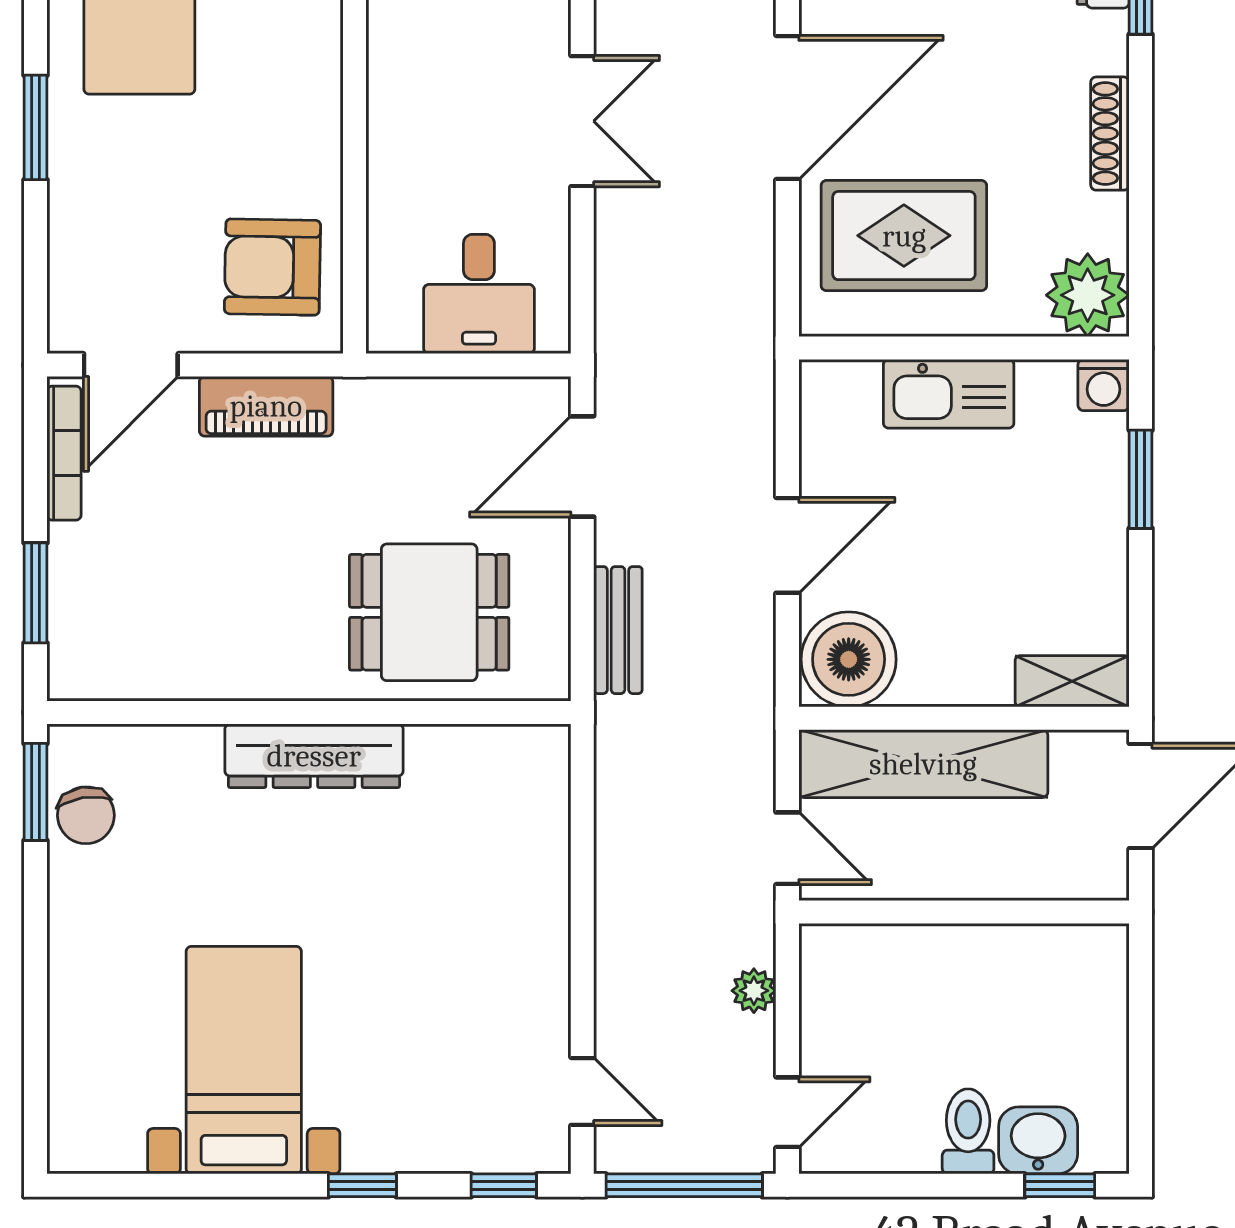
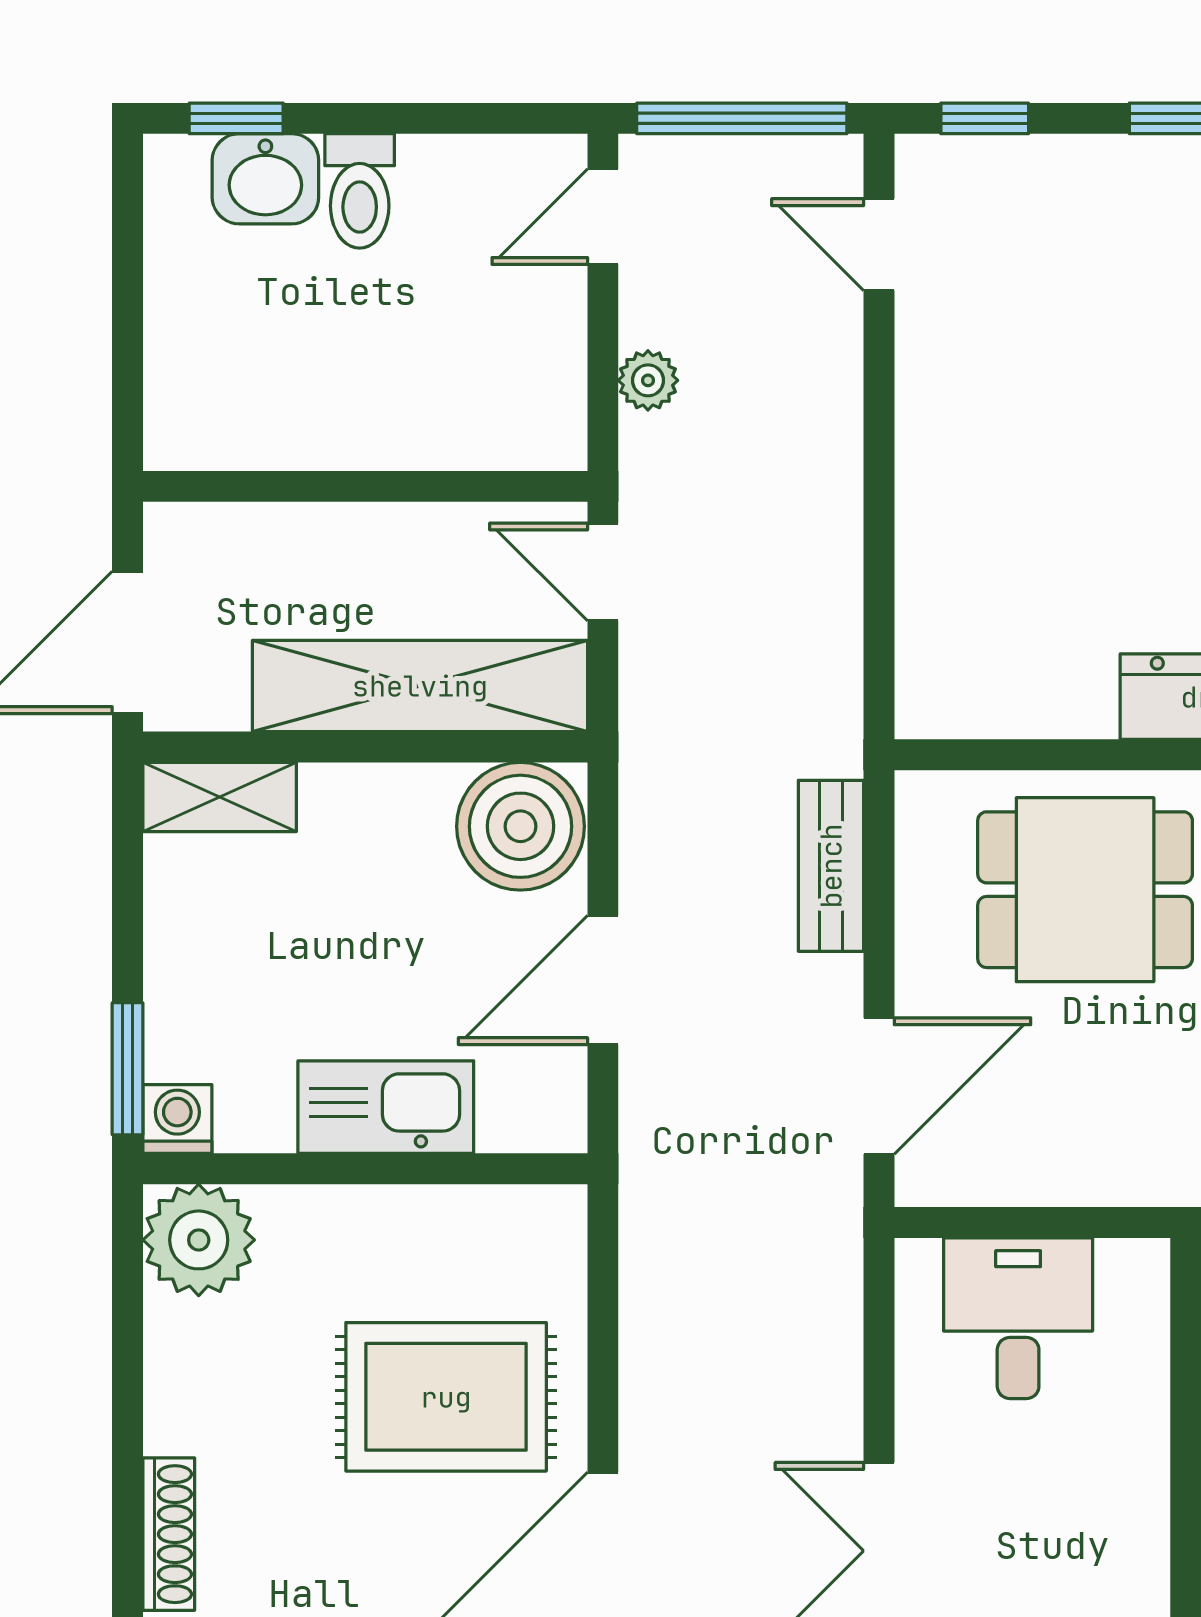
plant: (1088, 295) -> (199, 1240), moved
wall: (964, 348) -> (365, 1169), moved
washing machine: (1104, 385) -> (177, 1119), moved
kitchen sink: (949, 394) -> (386, 1107), moved

